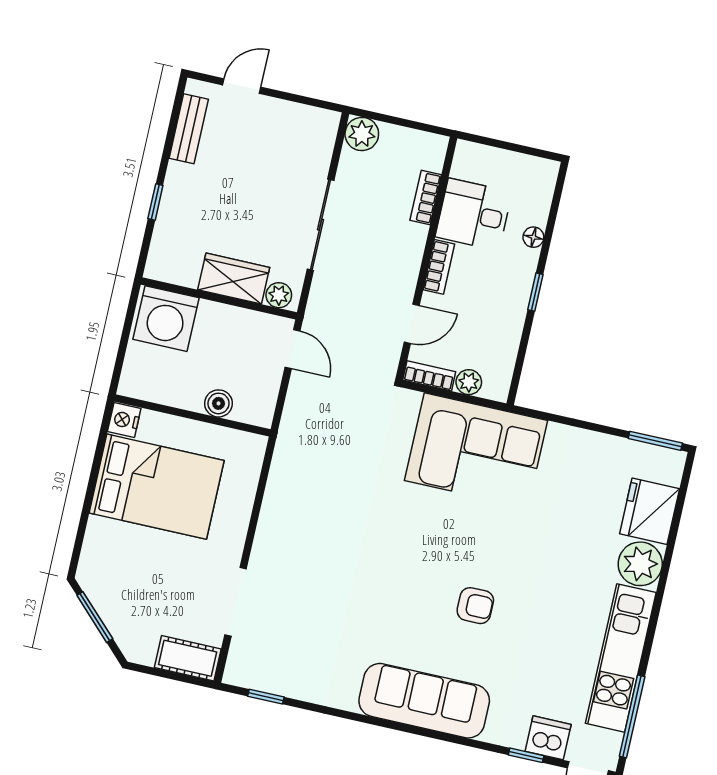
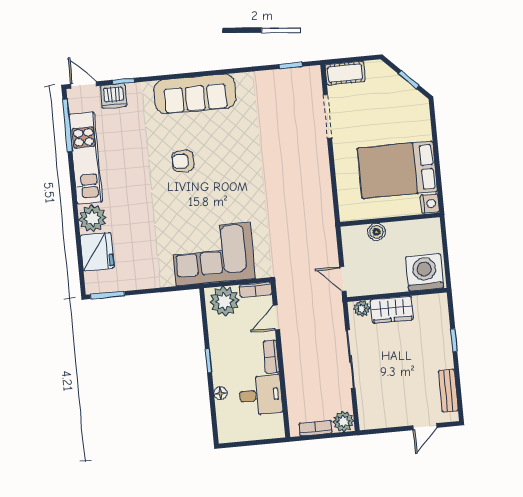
bookcase: (426, 198) -> (316, 428), moved, turned -90
plant: (469, 382) -> (224, 301), width x1.87, depth x1.87
window: (95, 617) -> (409, 80), width x0.67

